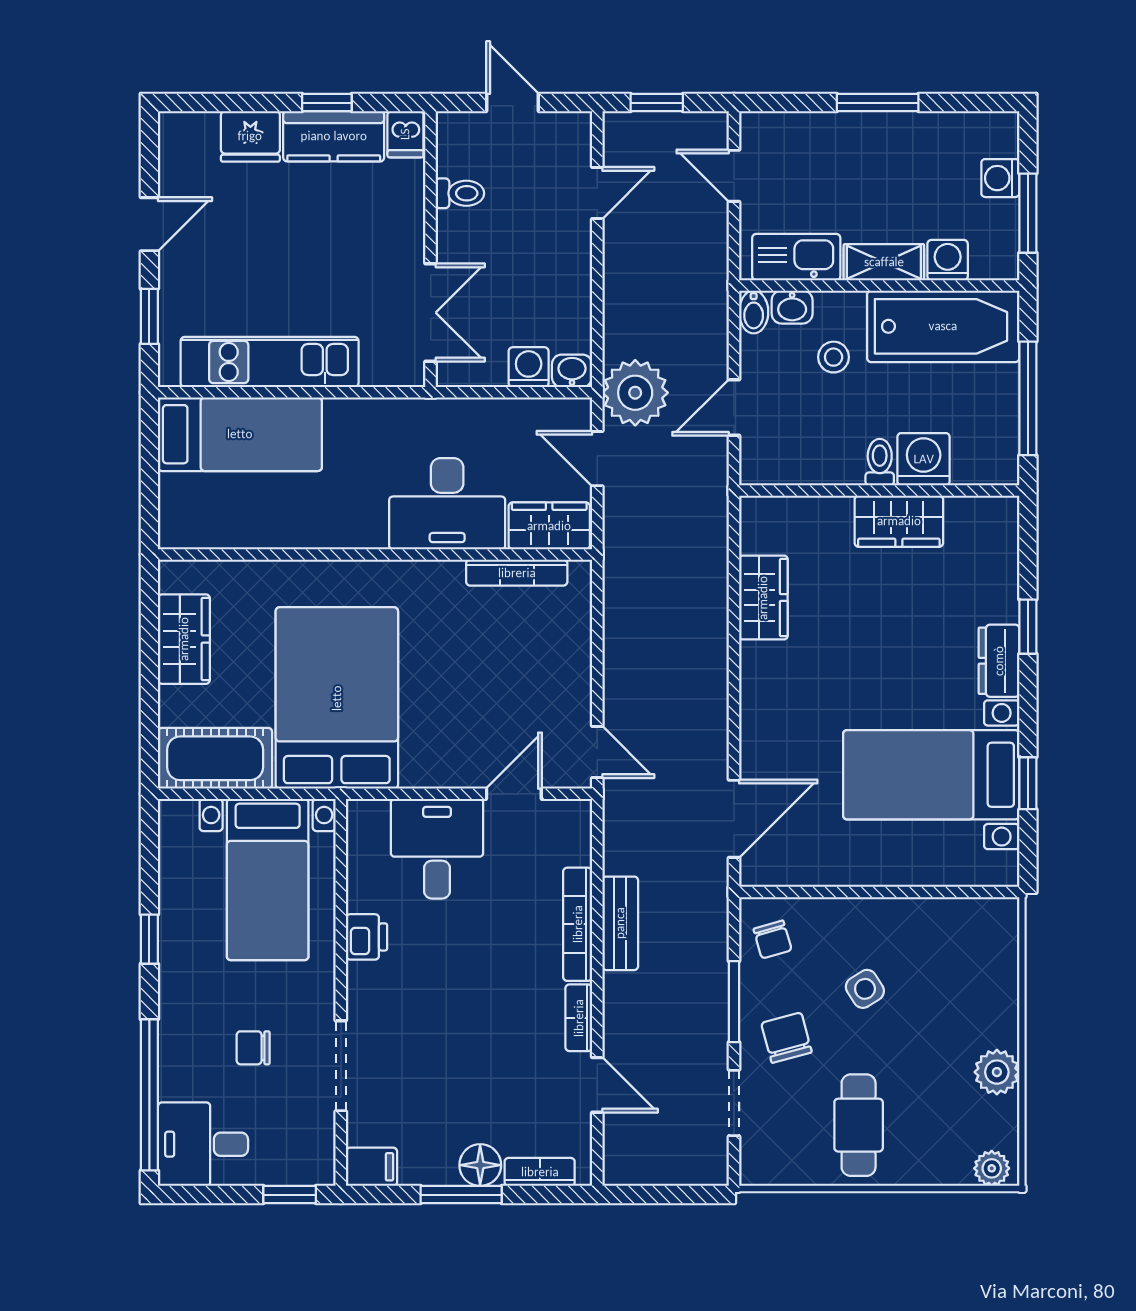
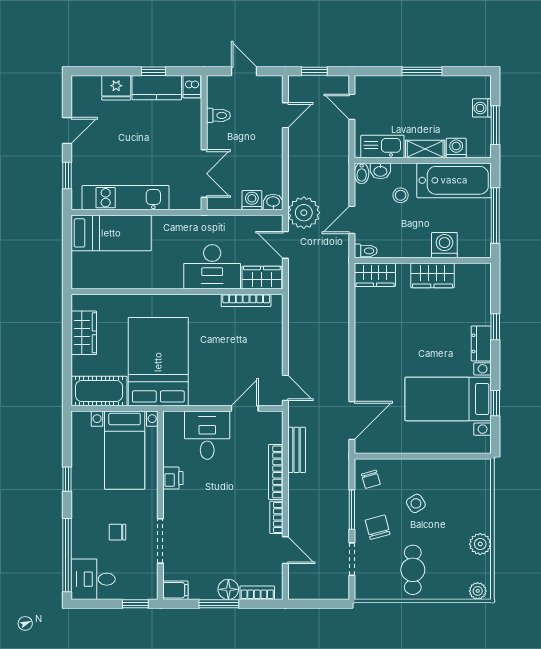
toilet: (880, 462) -> (366, 251), moved, turned 90
wardrobe: (763, 598) -> (375, 275), moved, turned 90
bench: (620, 923) -> (297, 450), moved

